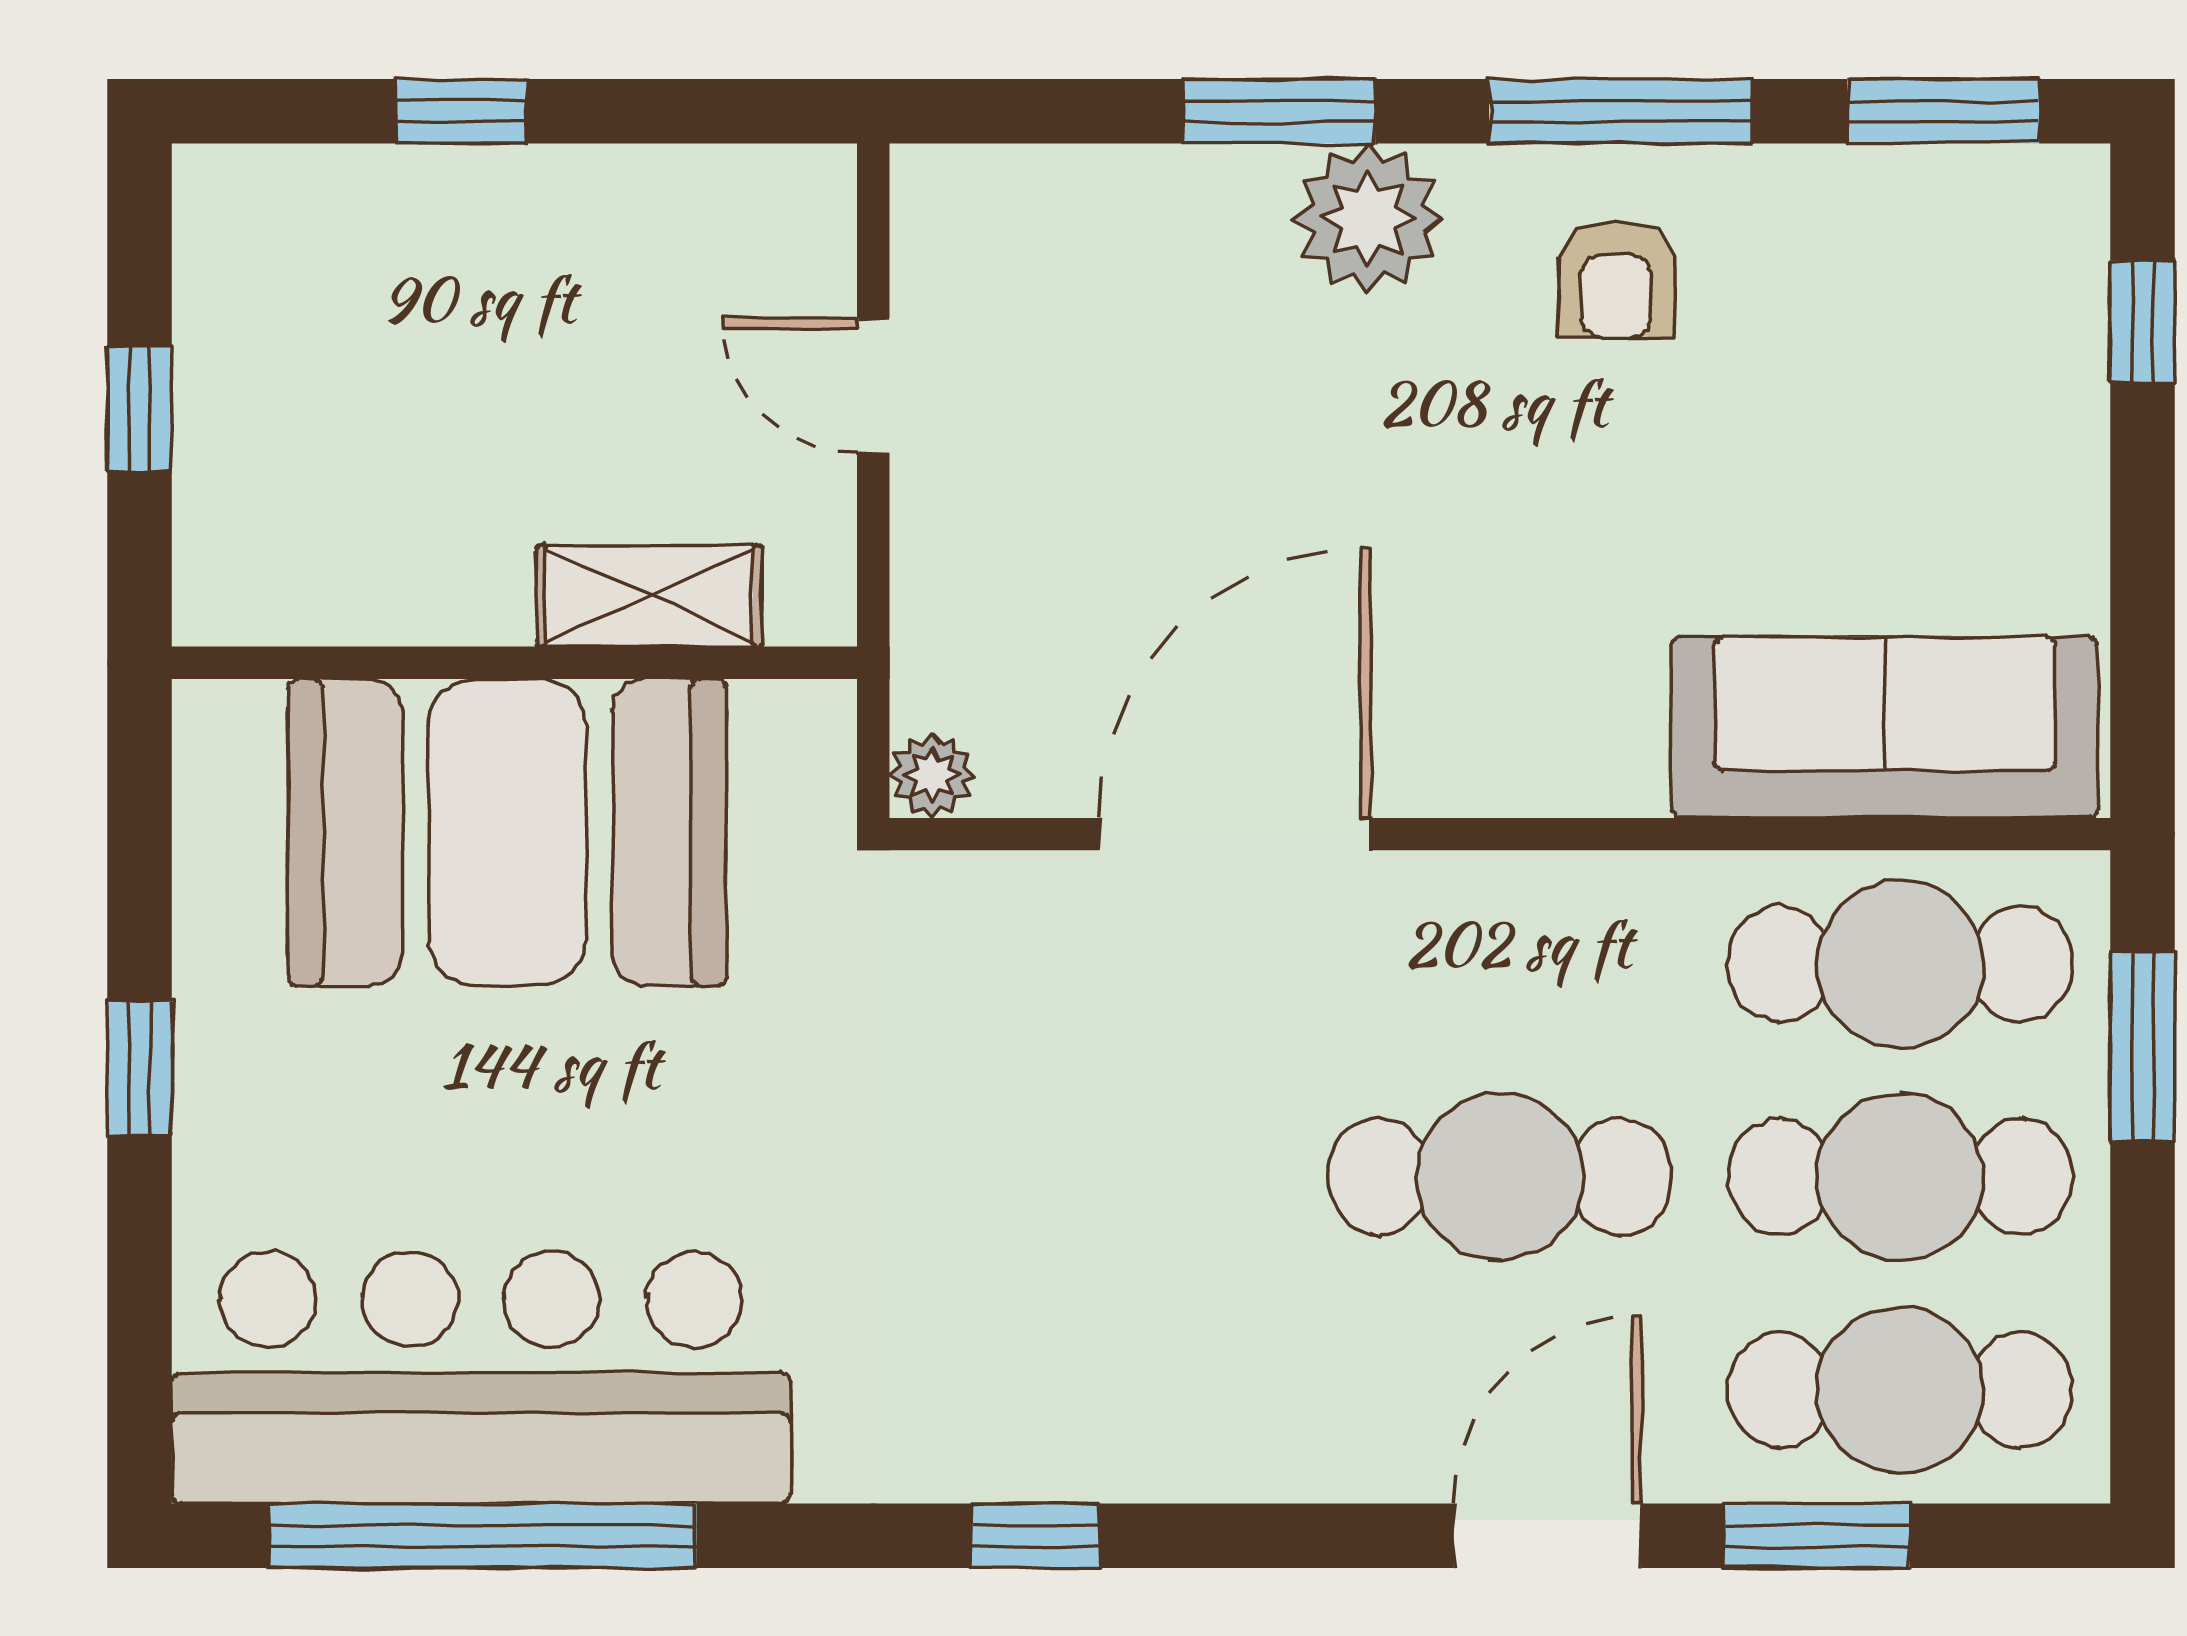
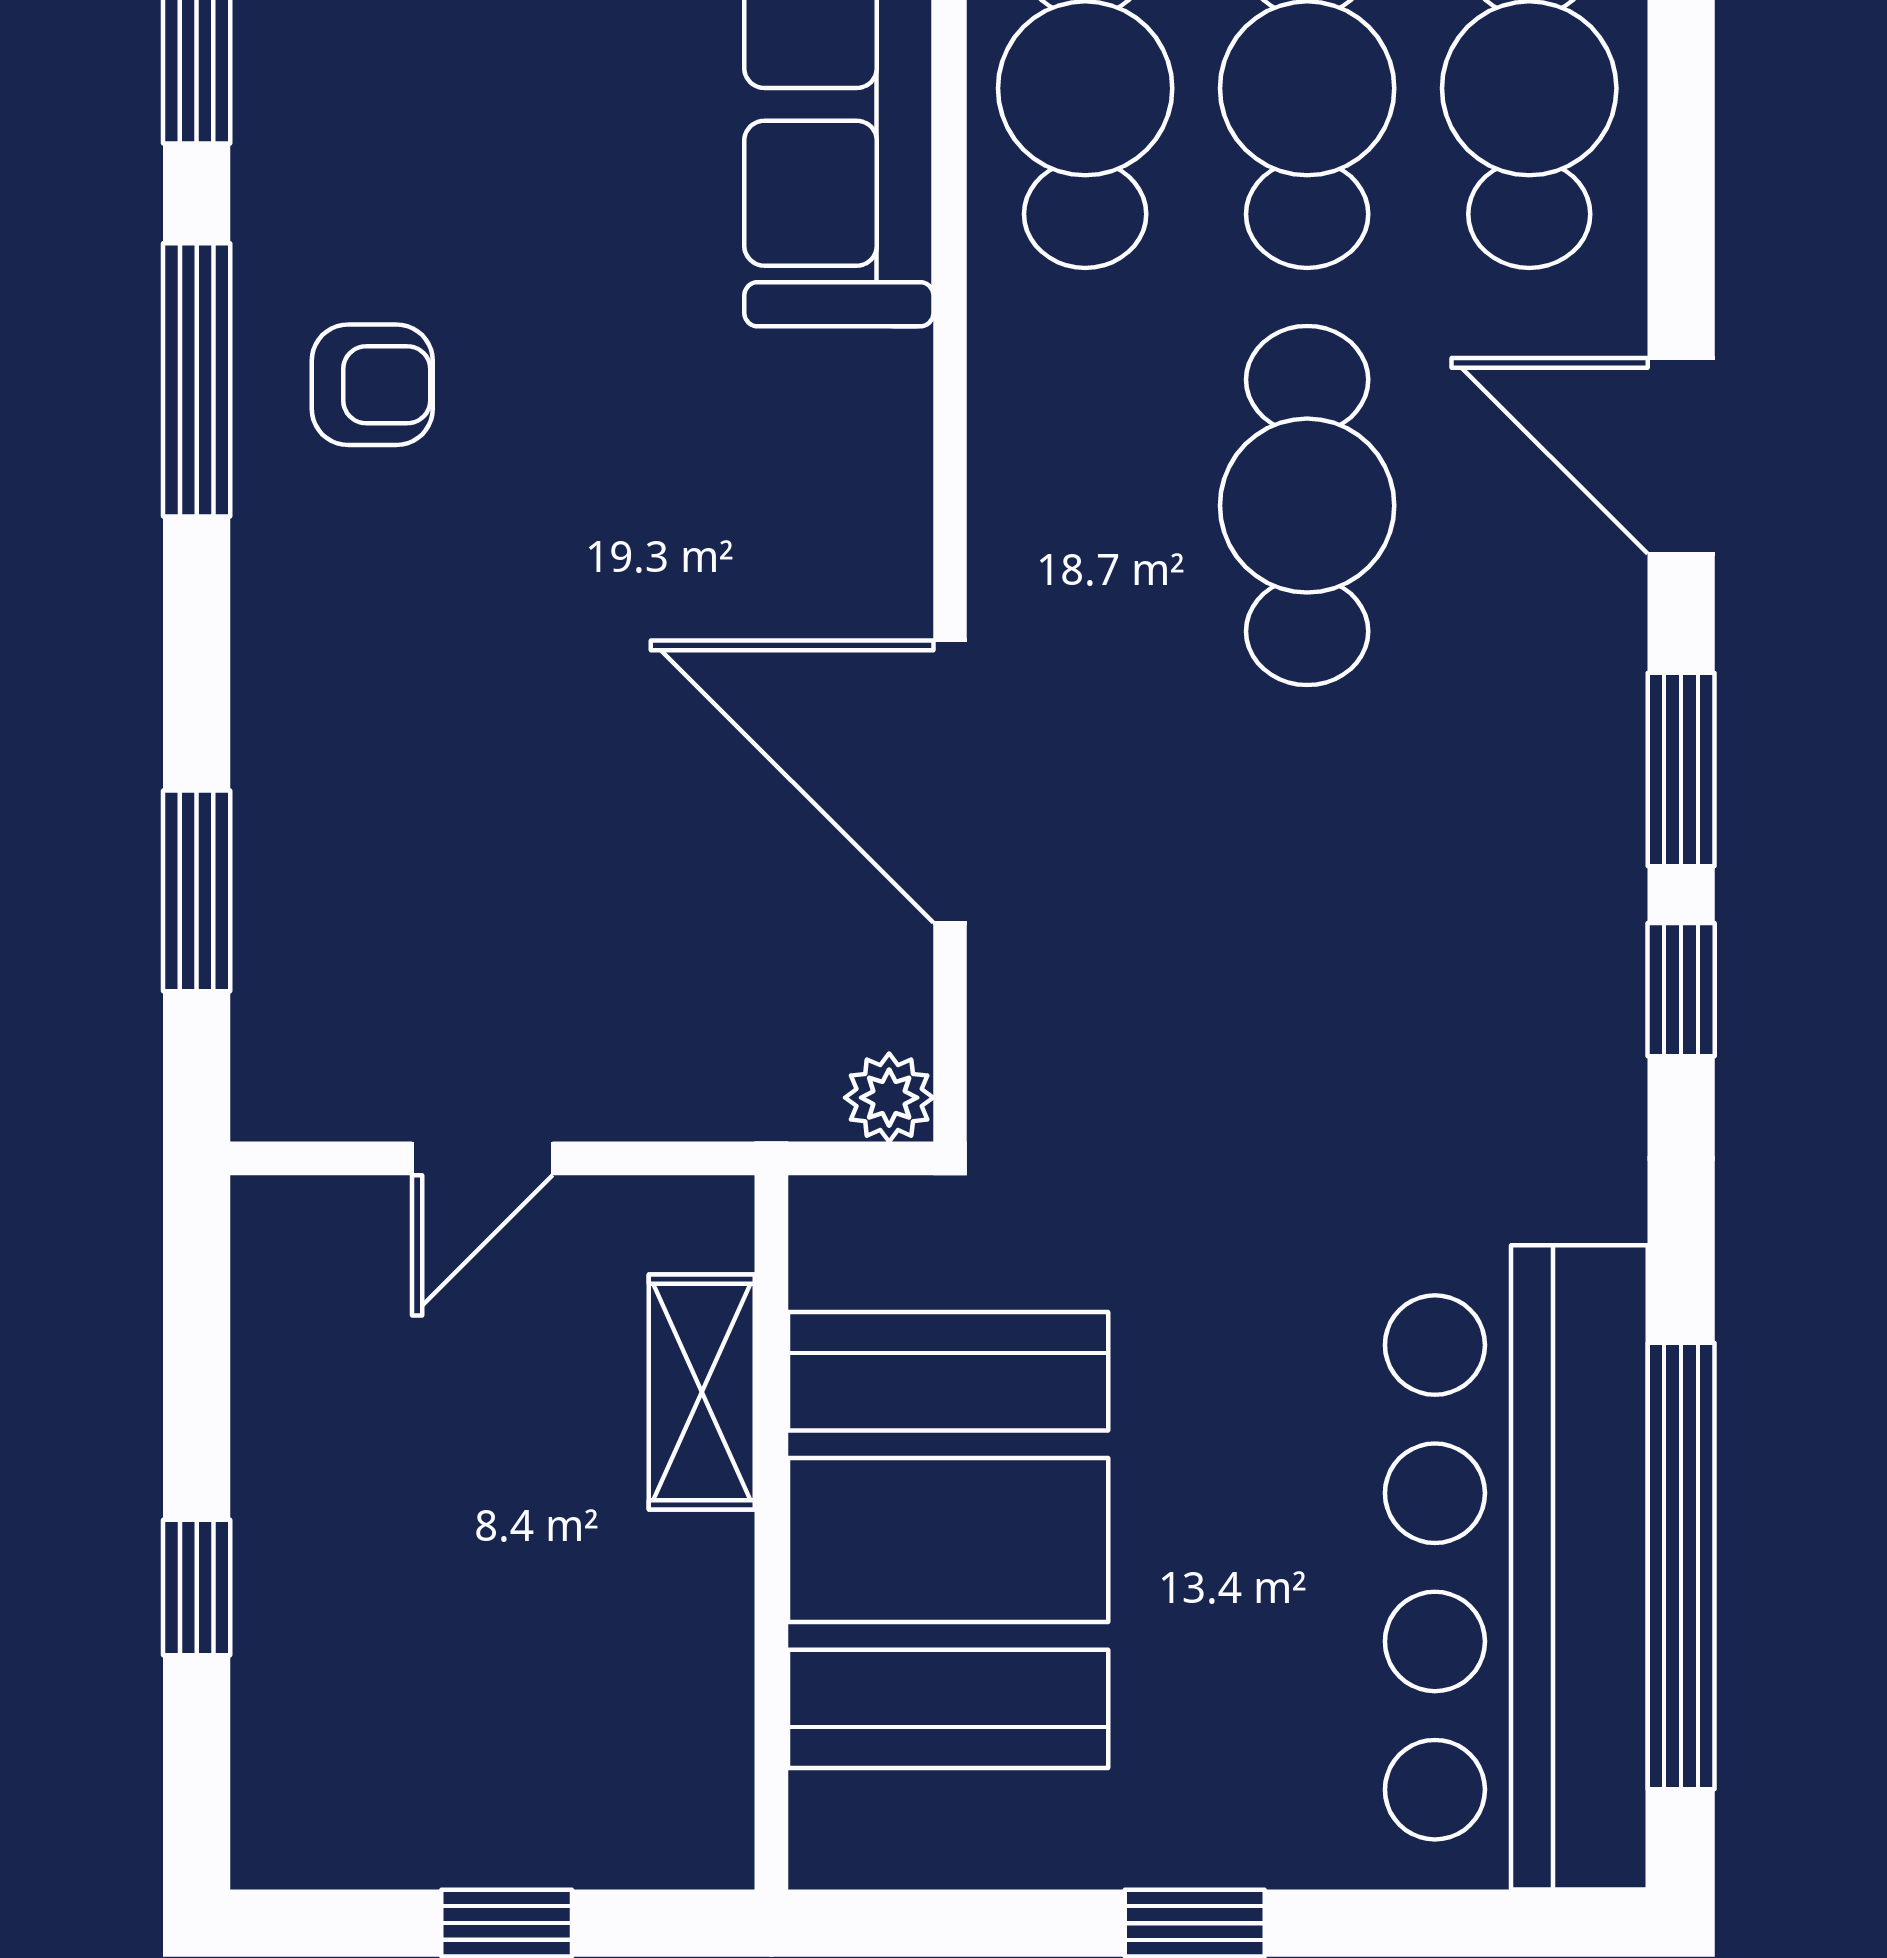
window: (1279, 111) -> (197, 891), moved
plant: (1368, 218) -> (308, 643), removed
window: (1817, 1536) -> (1681, 770), moved

